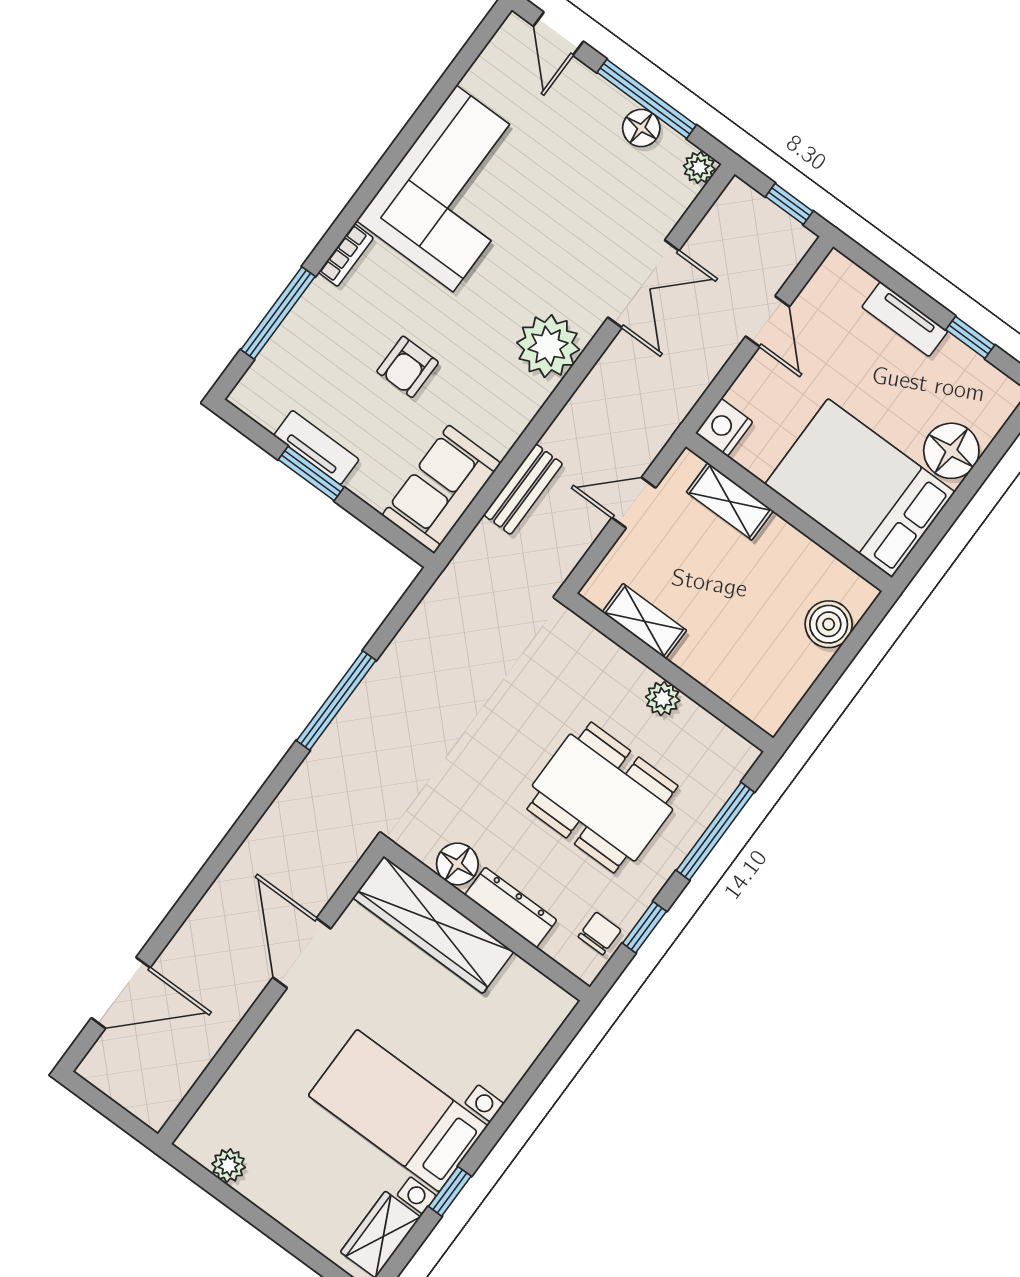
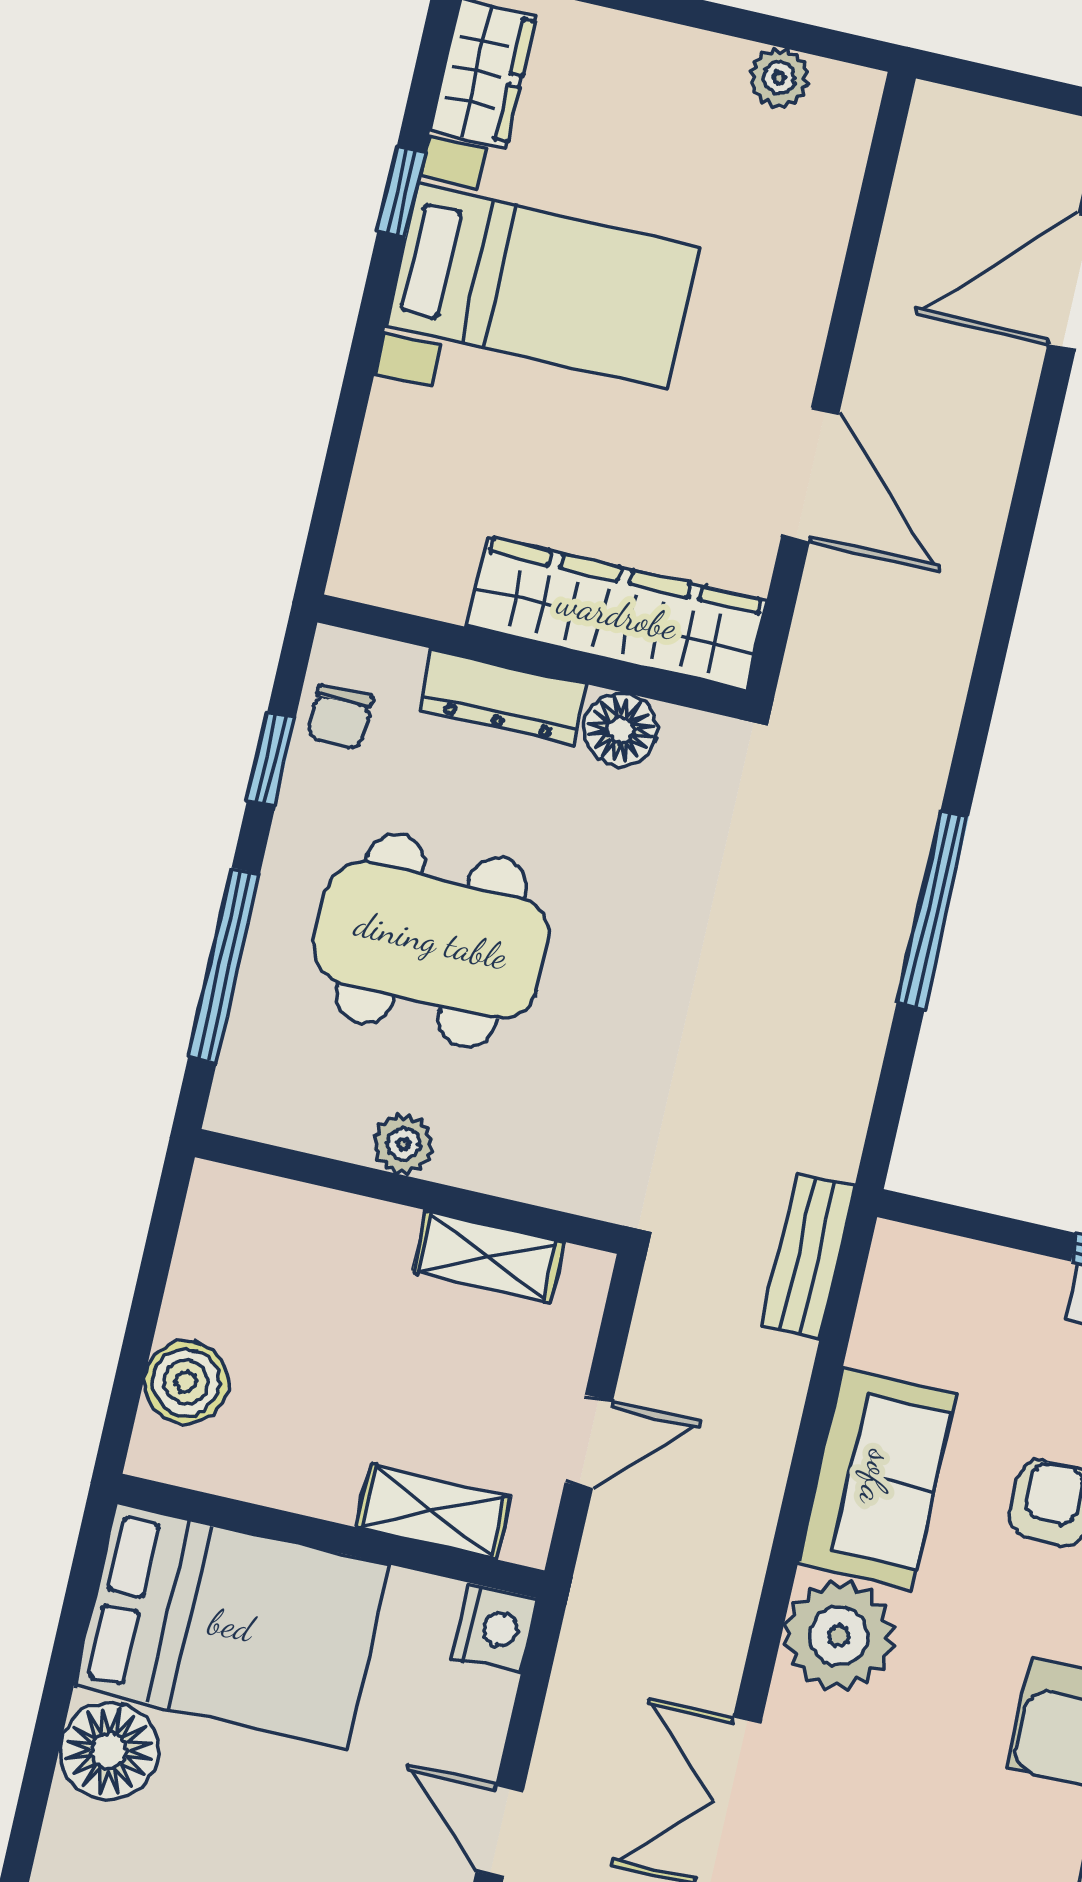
sofa: (441, 489) -> (877, 1478), moved
bench: (523, 489) -> (808, 1256), moved

